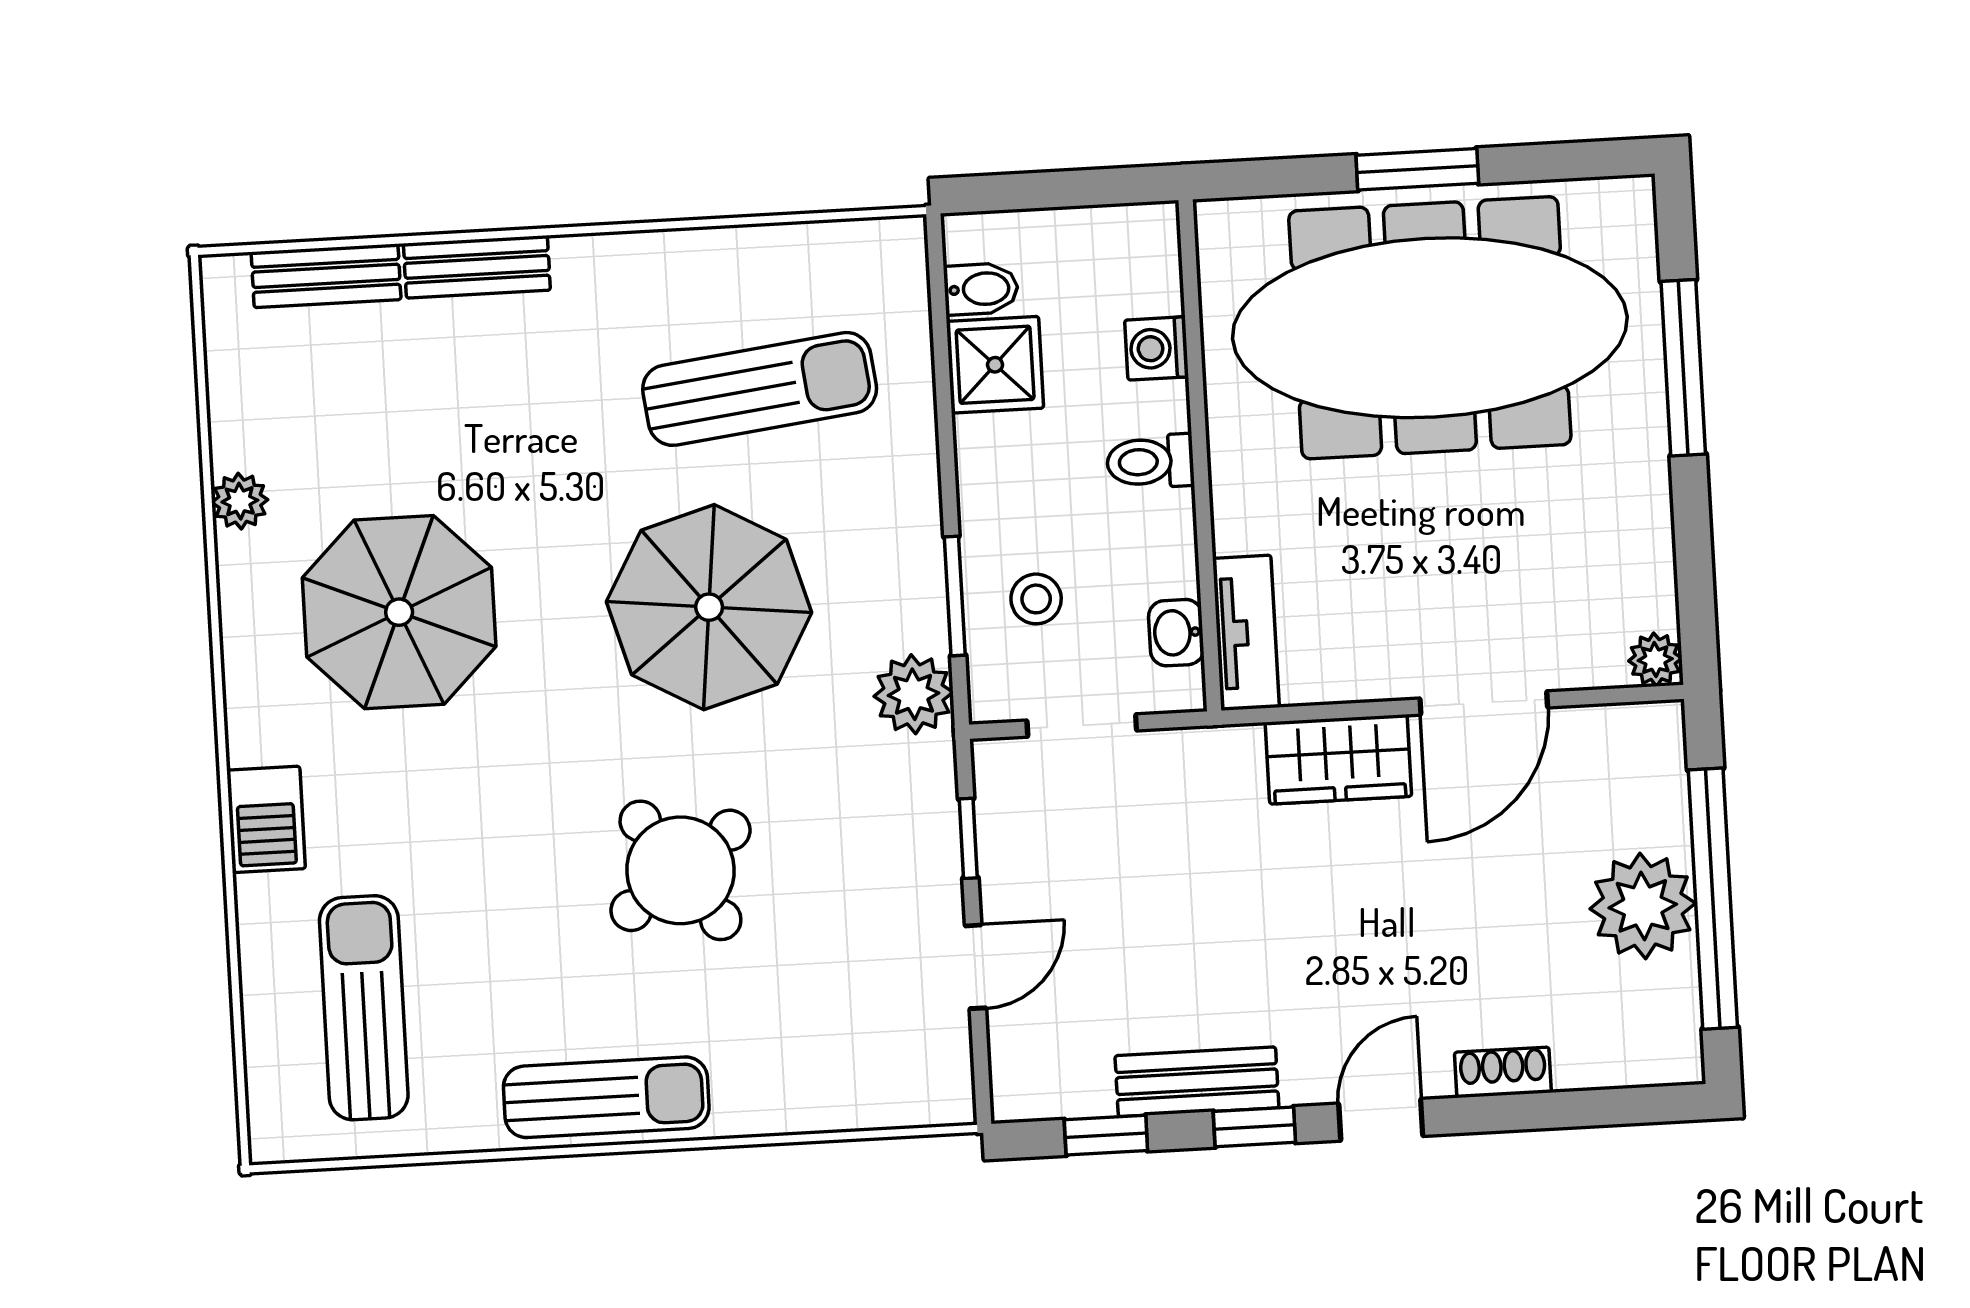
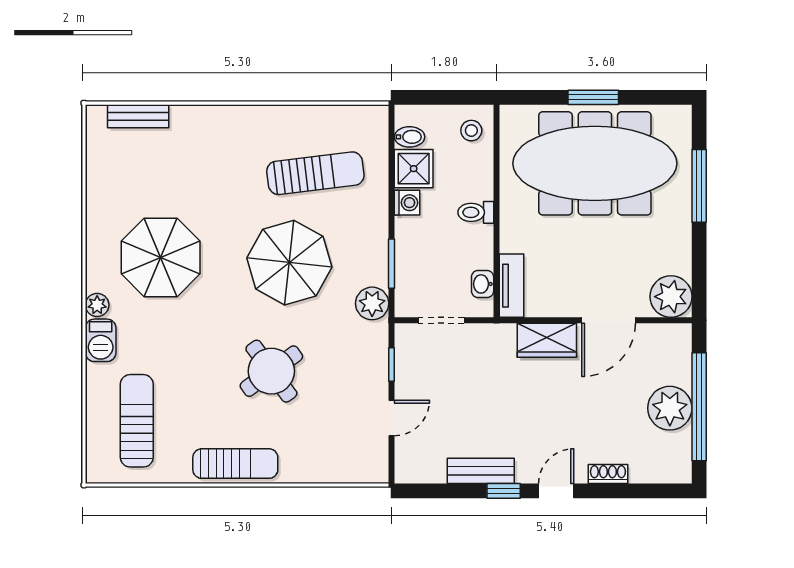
bench: (477, 267) -> (201, 116), removed
washing machine: (1157, 348) -> (407, 203), moved, turned 180
plant: (240, 501) -> (97, 305), moved
stool: (1036, 599) -> (471, 131), moved
plant: (1655, 660) -> (671, 297), width x1.87, depth x1.87
window: (1106, 1135) -> (442, 491), removed

